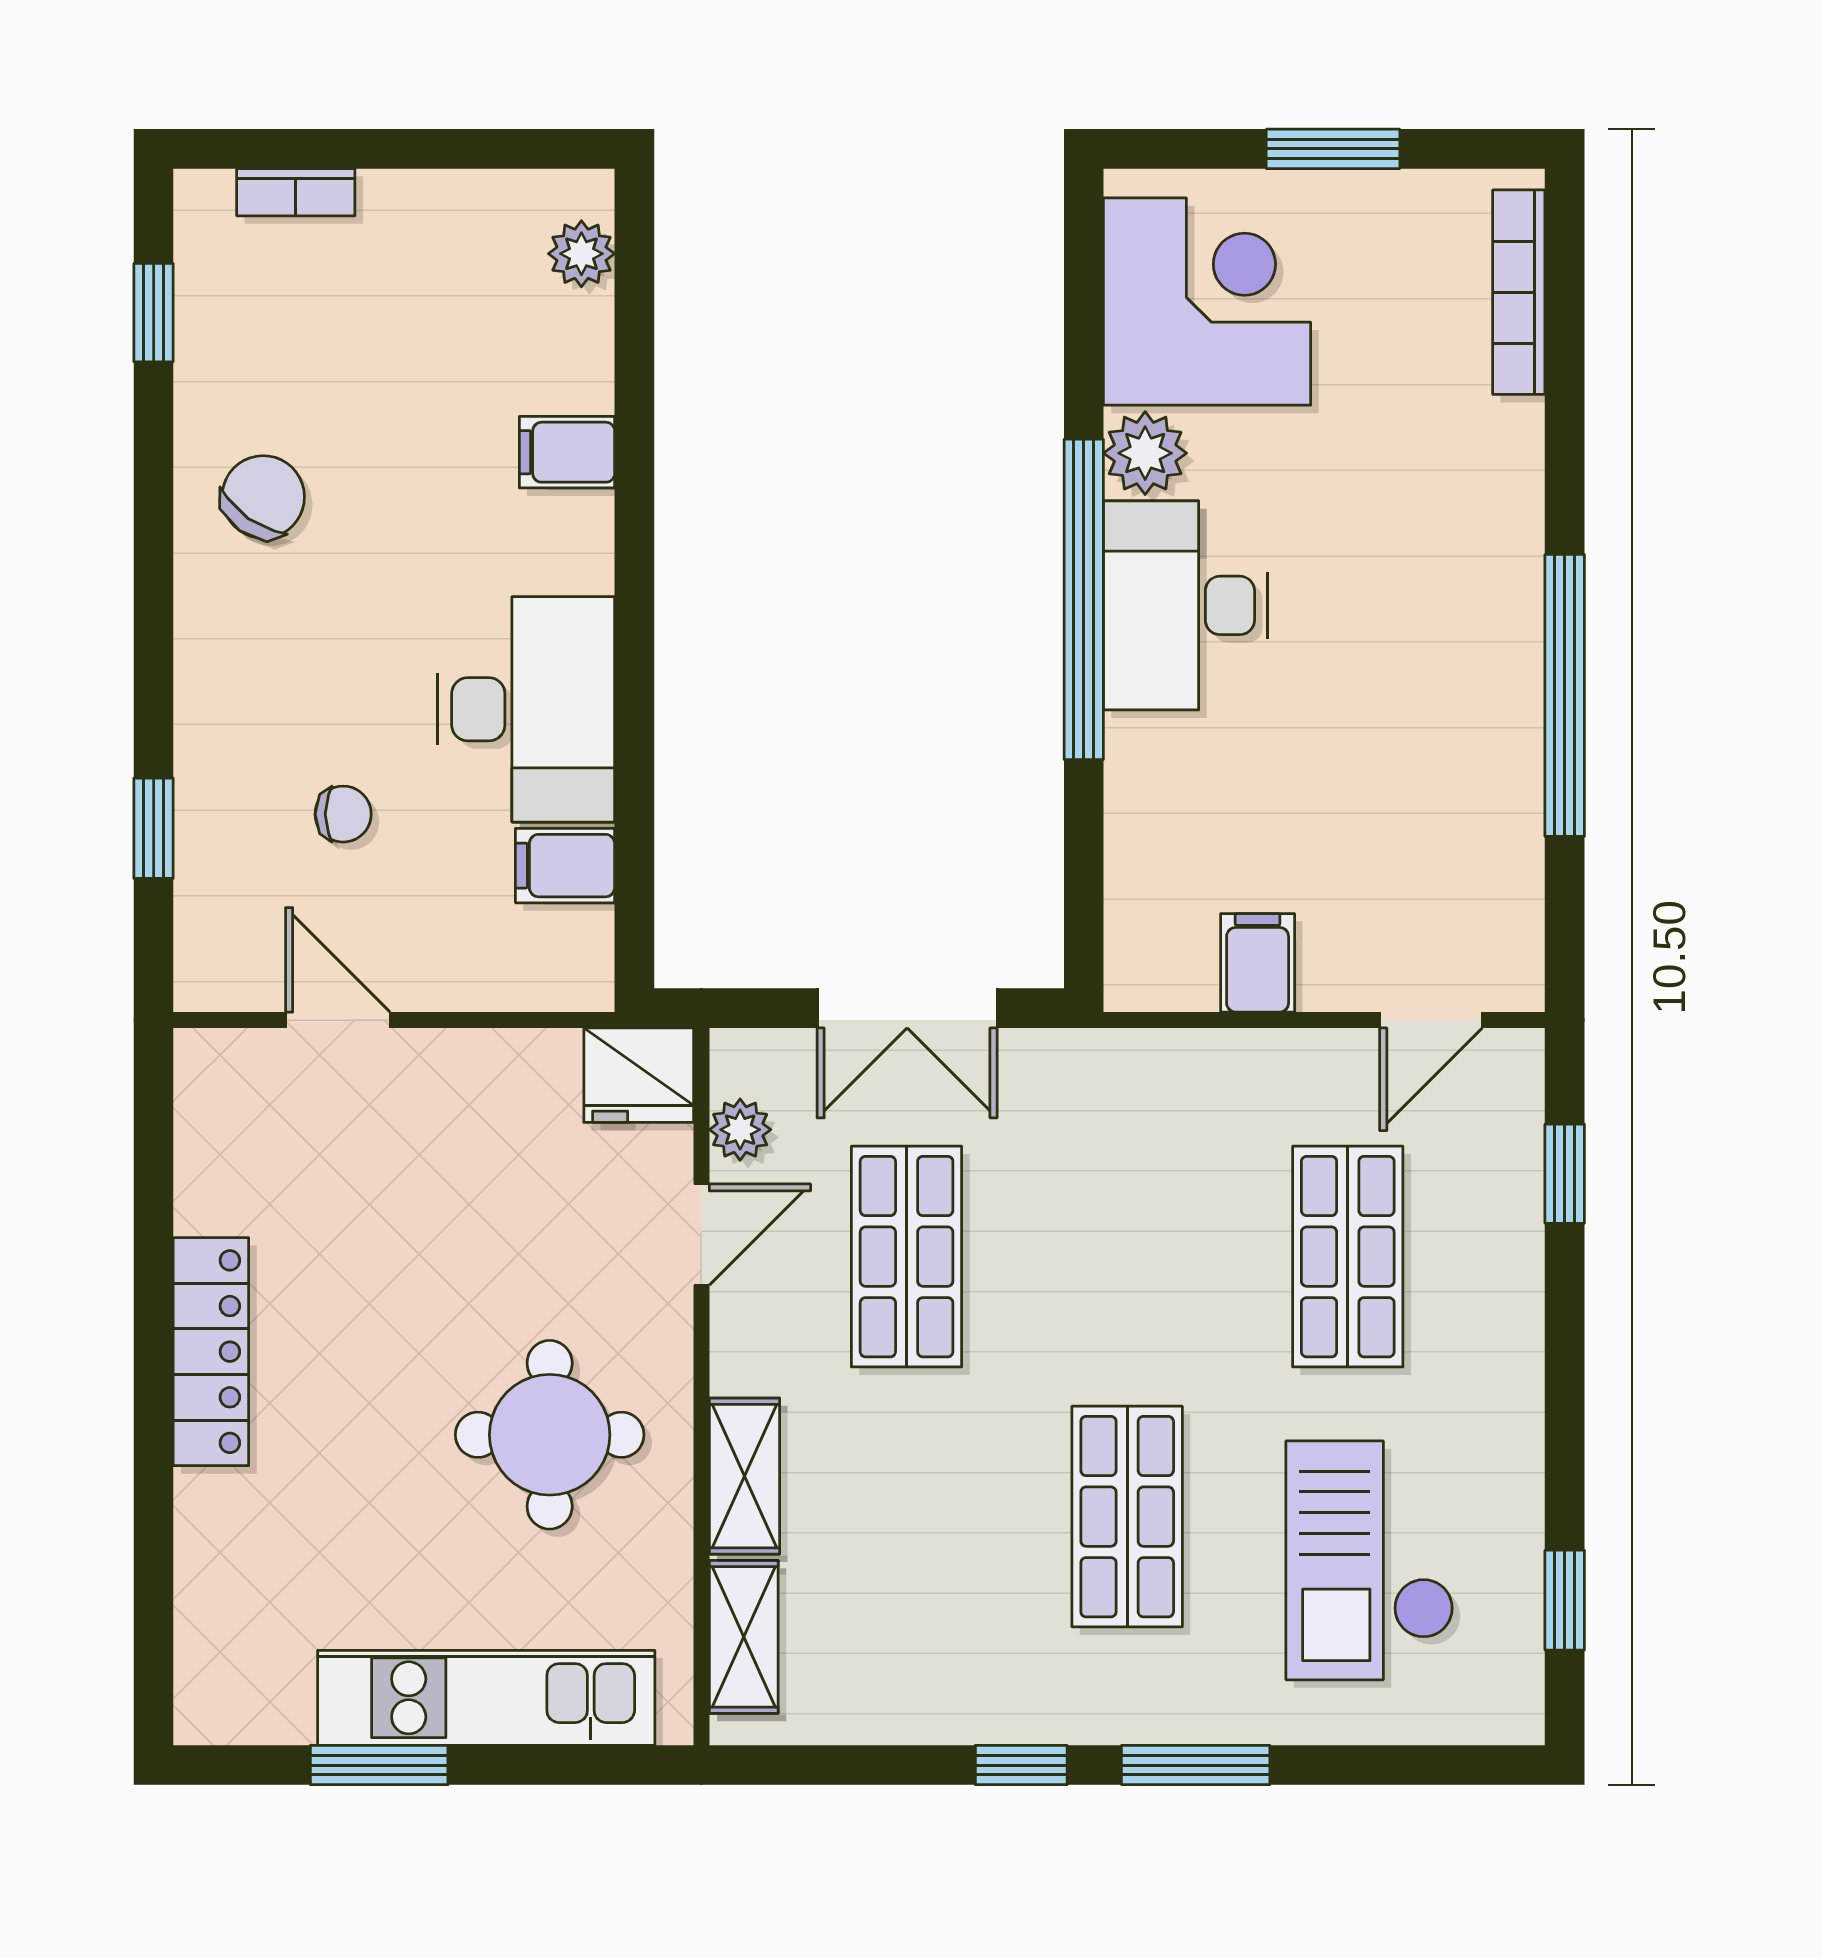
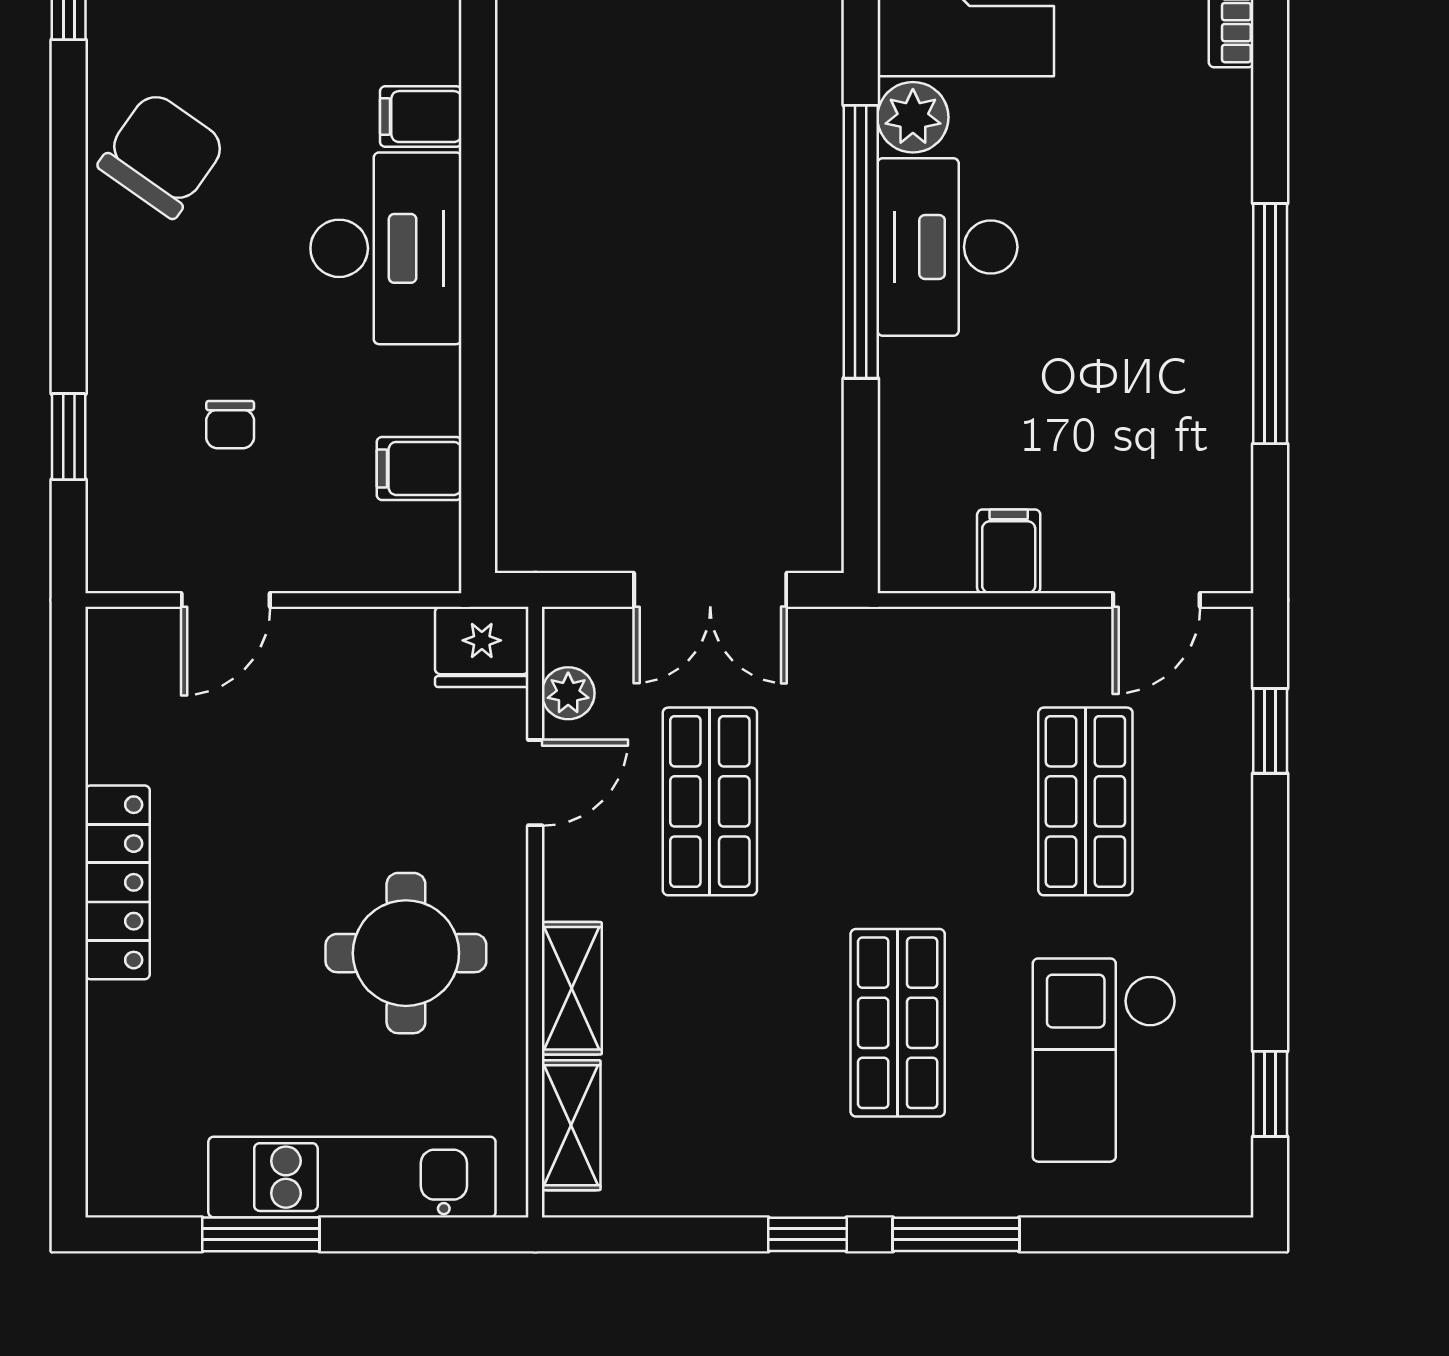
chair: (263, 497) -> (162, 155), width x1.37, depth x1.37
desk: (526, 709) -> (386, 248), moved
chair: (343, 814) -> (230, 425), turned 90
door: (338, 1020) -> (226, 600), swing flipped

